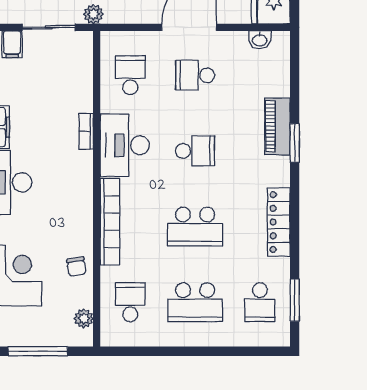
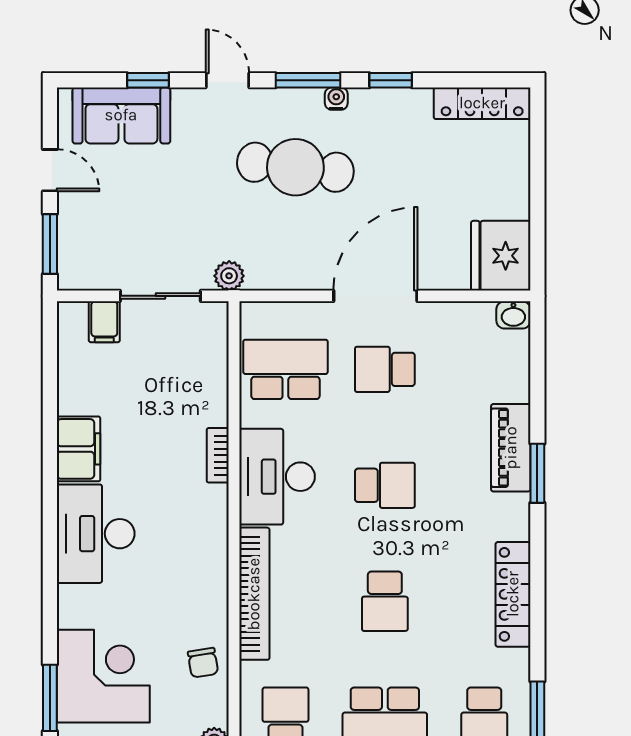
washbasin: (260, 40) -> (513, 315), moved
school desk: (130, 75) -> (285, 369), width x1.85
school desk: (195, 227) -> (385, 601), width x0.54

